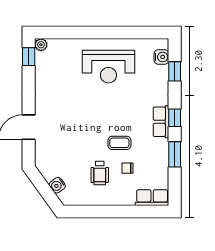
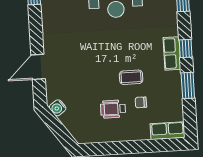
wheelchair: (100, 173) -> (113, 109), turned 90
water cooler: (57, 185) -> (58, 108), moved

